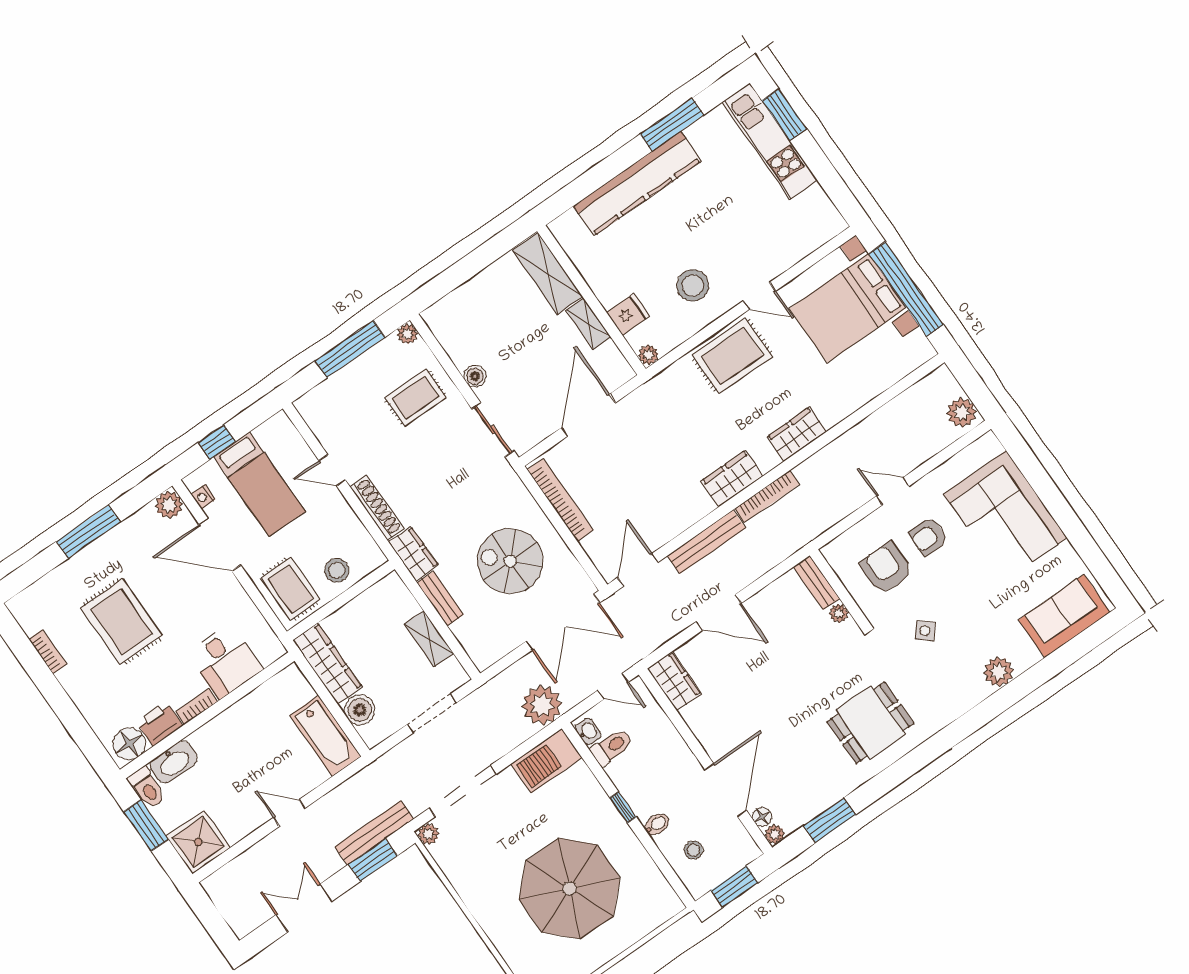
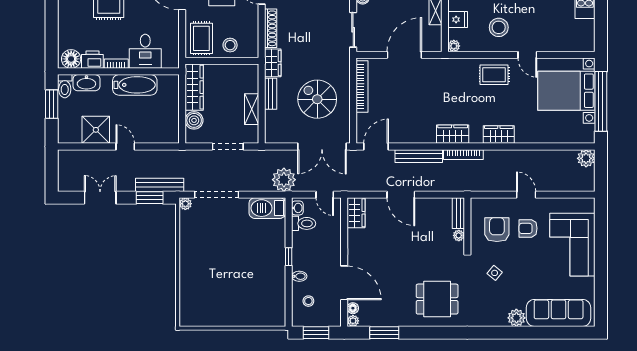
rug: (732, 356) -> (494, 75), width x0.73, depth x0.70
plant: (962, 413) -> (586, 158), moved
sofa: (1064, 616) -> (559, 313), width x1.36
bathtub: (326, 736) -> (135, 85), moved, turned -90
door: (726, 790) -> (344, 283), hinge flipped
shower: (198, 842) -> (96, 130), moved
parasol: (570, 889) -> (235, 278), removed

